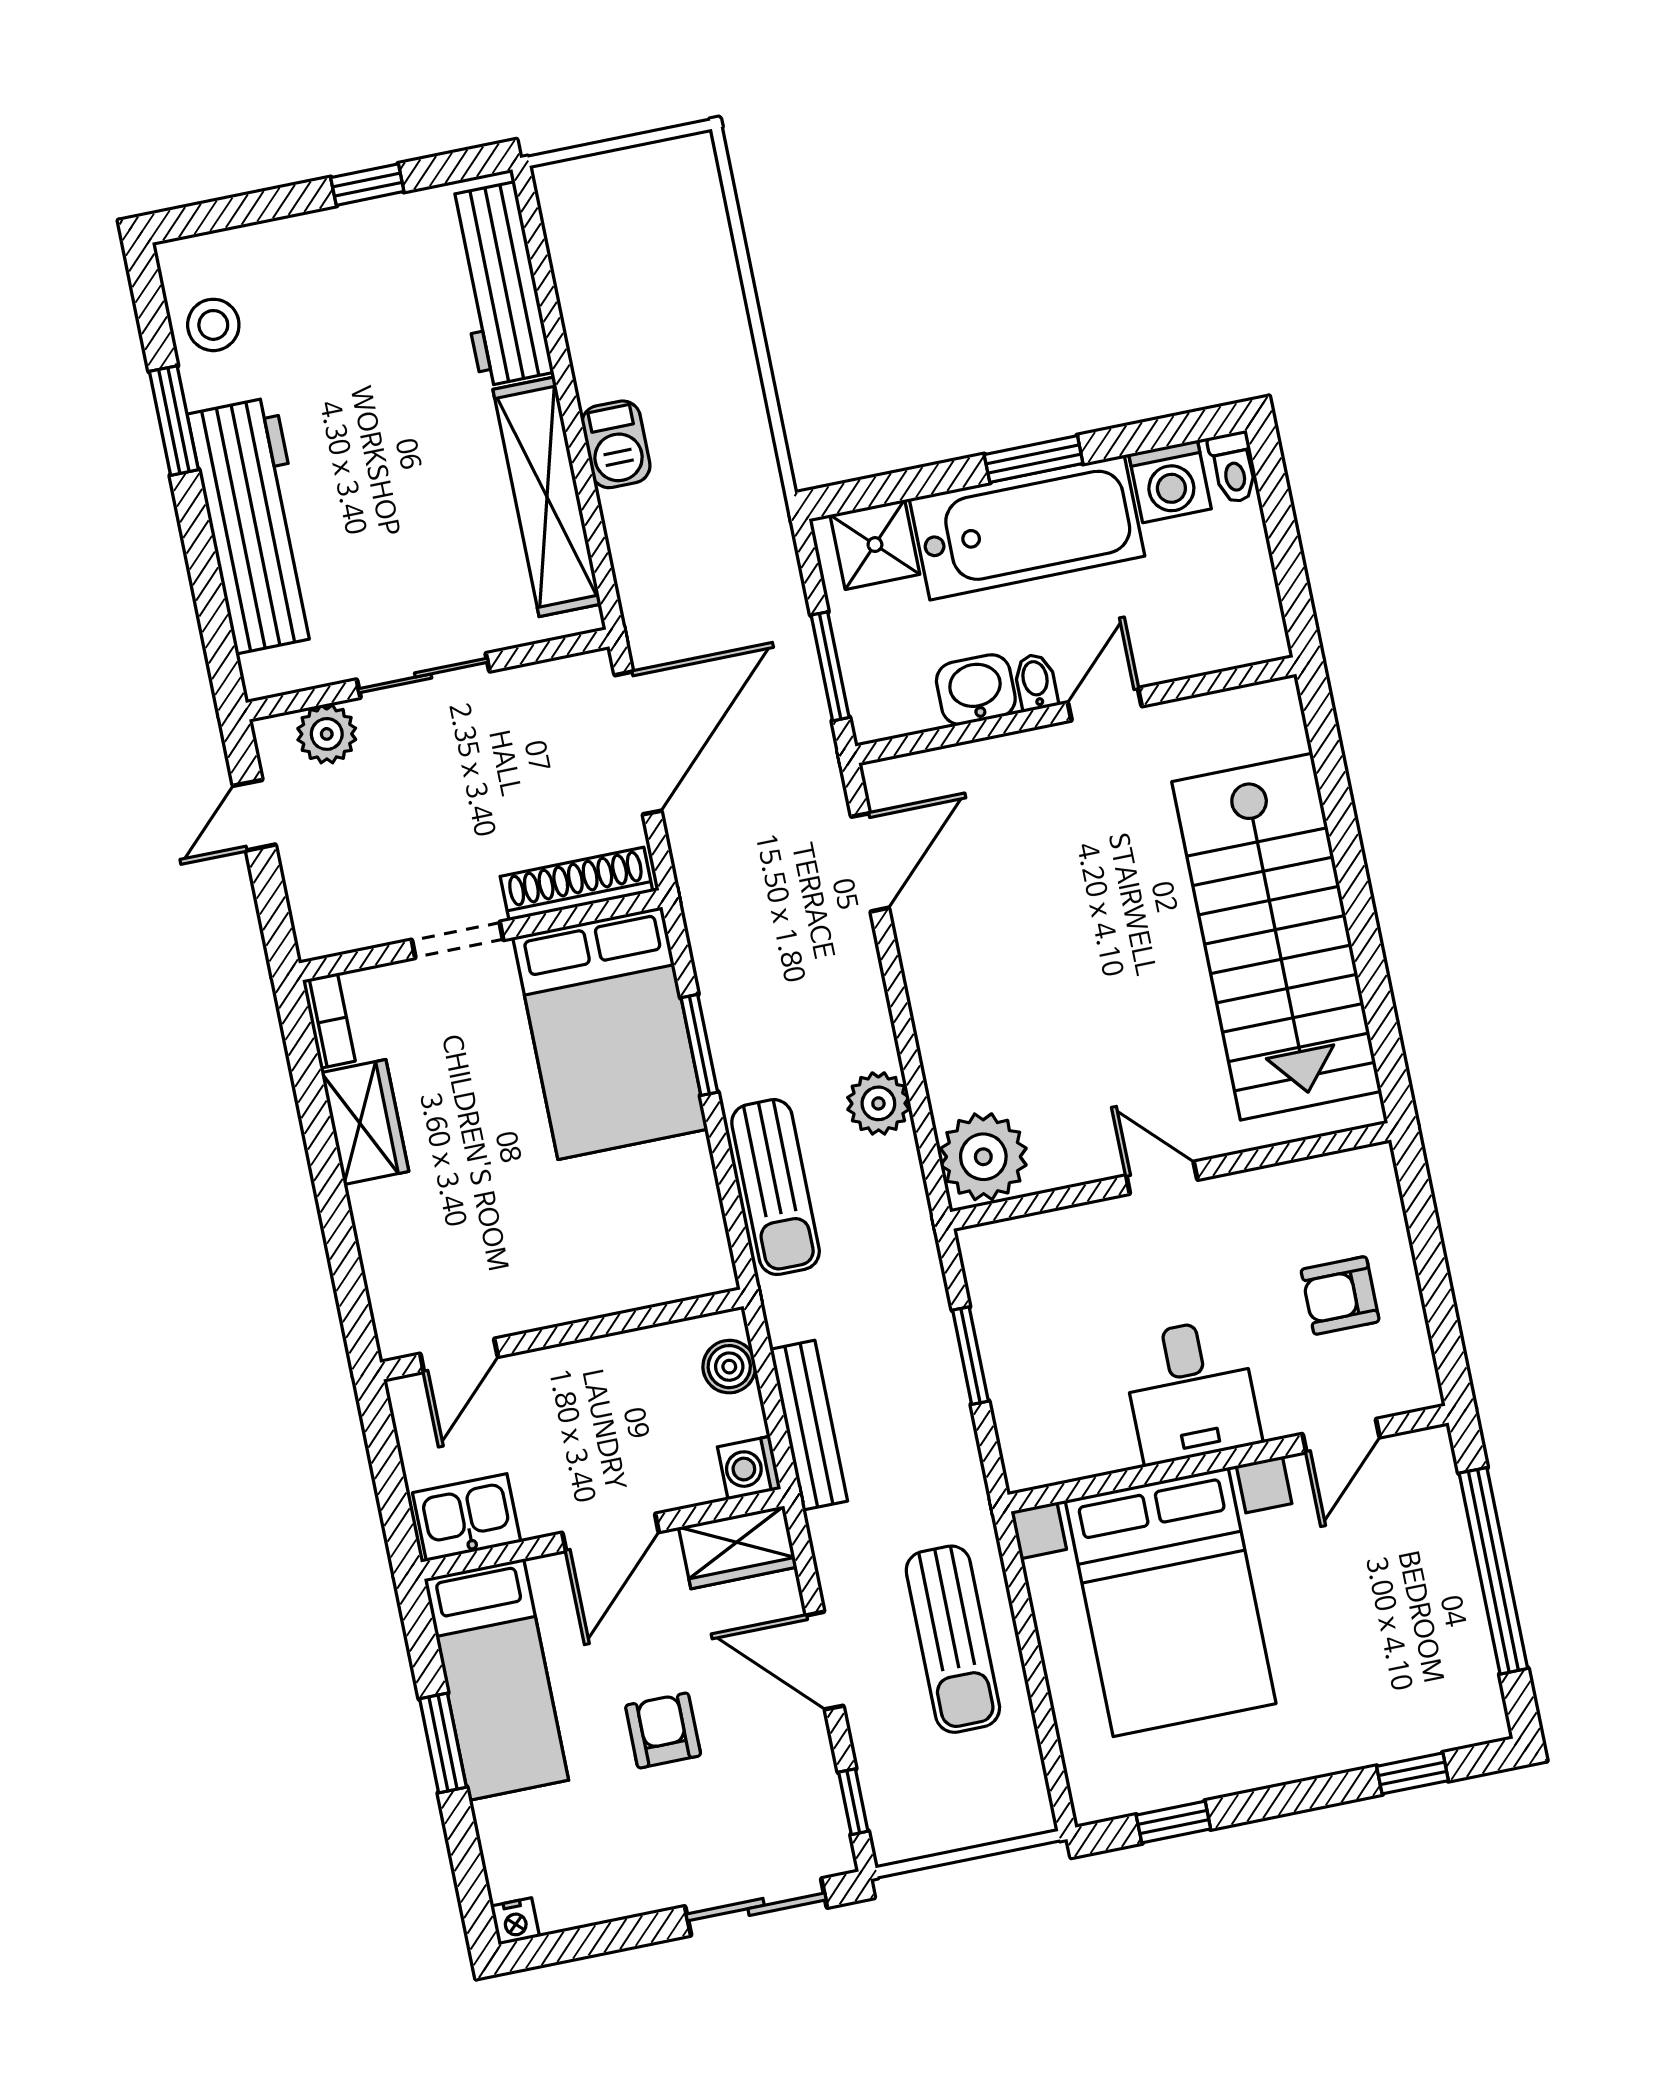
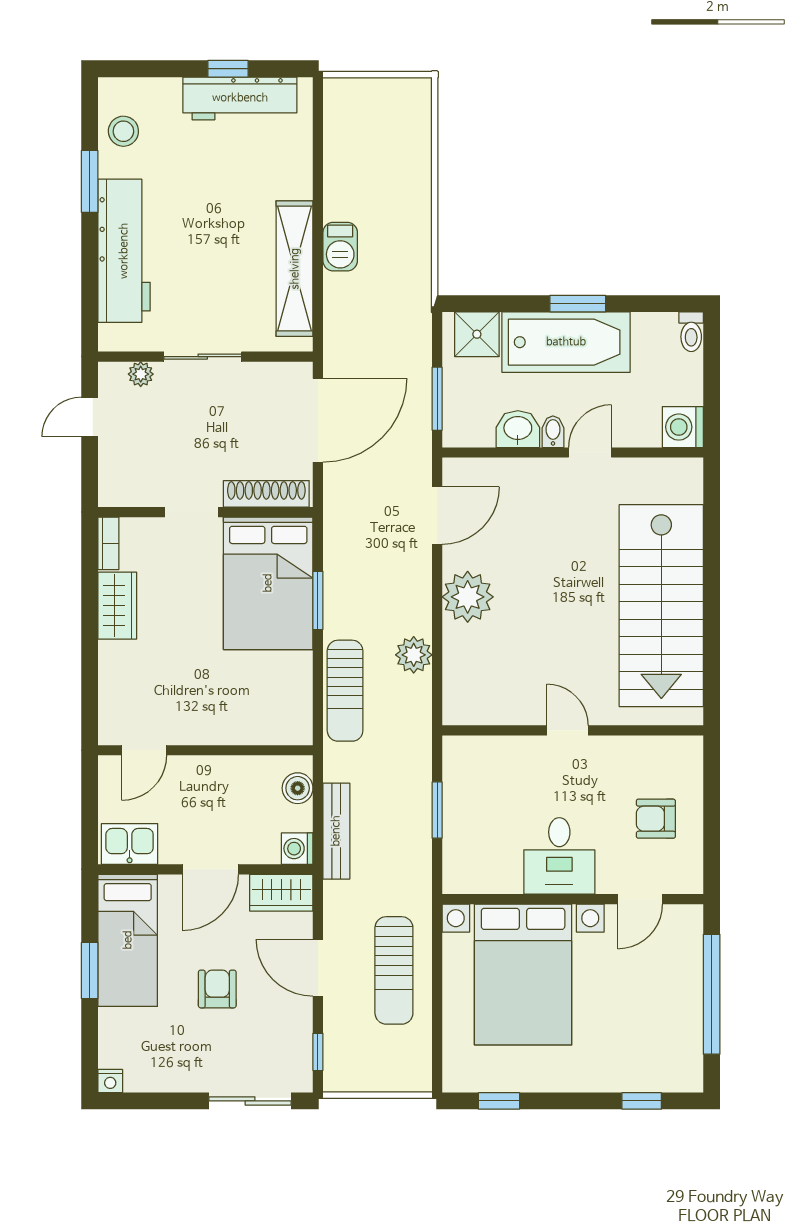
workbench: (499, 284) -> (240, 98), moved, turned -90
washing machine: (1170, 481) -> (683, 427), moved, turned 90
plant: (327, 734) -> (141, 374), width x0.73, depth x0.73
plant: (983, 1157) -> (468, 597), moved

